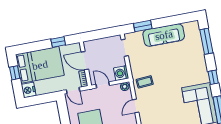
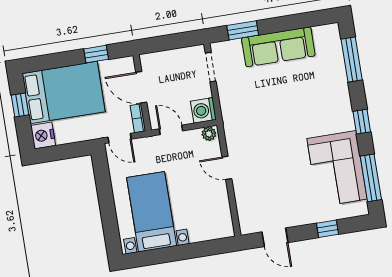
coffee table: (145, 82) -> (243, 127), removed
door: (136, 106) -> (227, 168), hinge flipped

